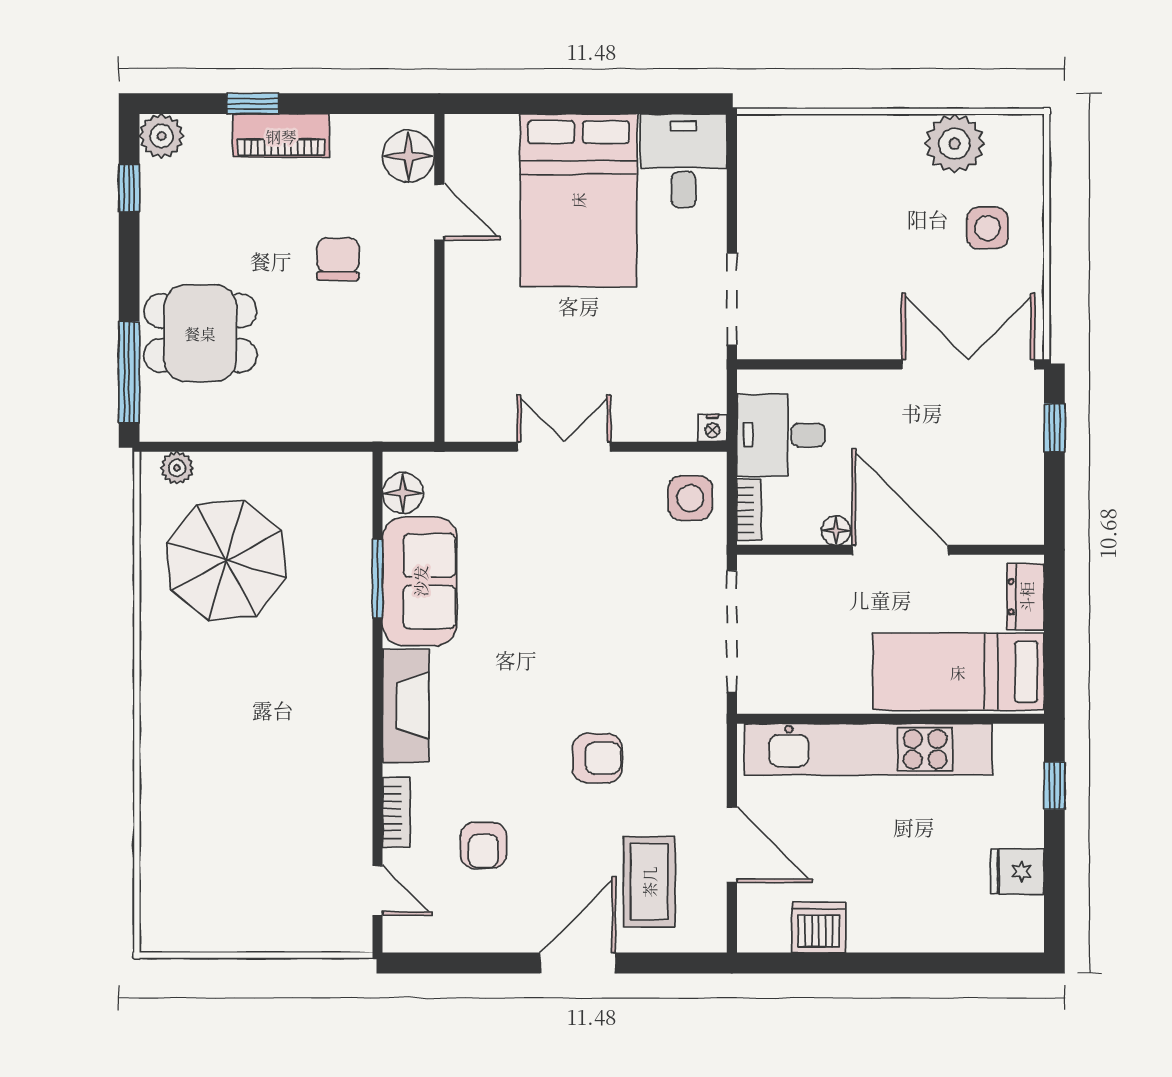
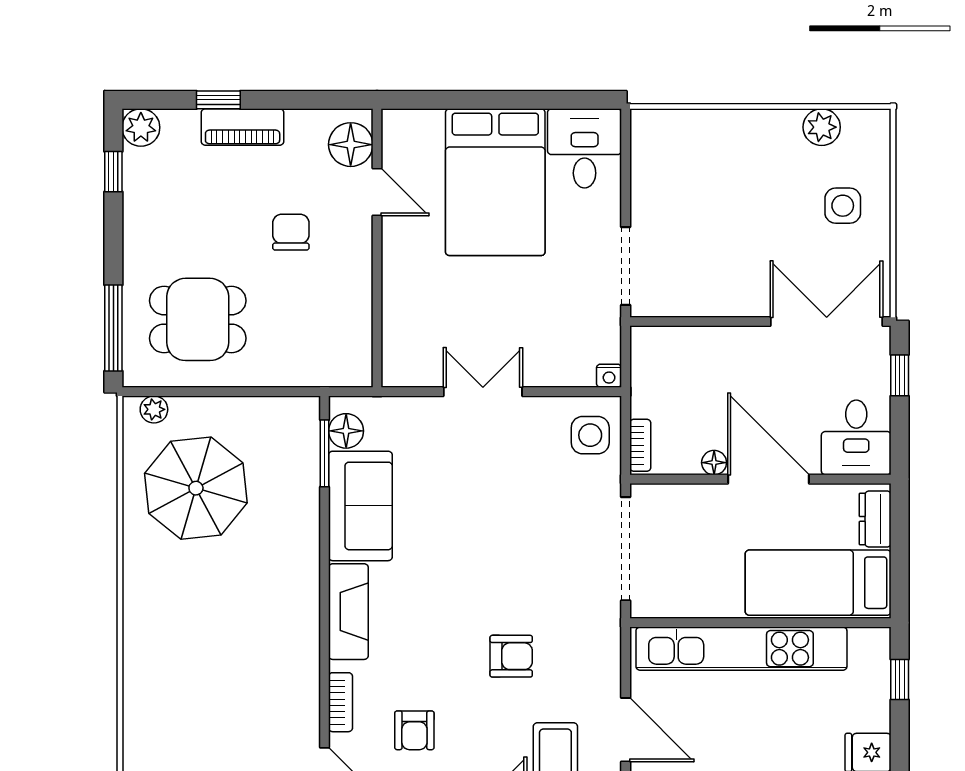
plant: (955, 144) -> (822, 127), width x0.73, depth x0.73
dining table: (200, 333) -> (198, 319), moved
desk: (781, 435) -> (856, 437), moved, turned -90
window: (378, 578) -> (324, 453), moved

